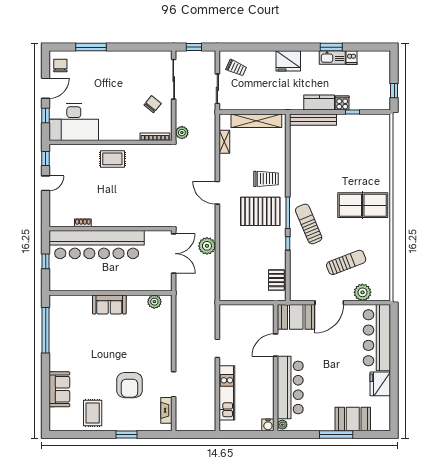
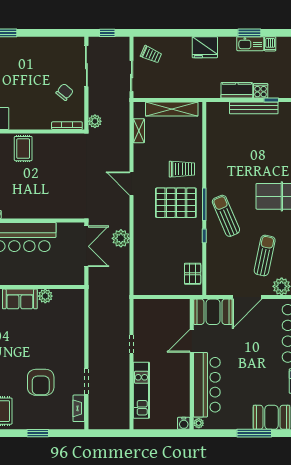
bench: (313, 120) -> (254, 108), moved
rug: (112, 159) -> (23, 149), turned 90
sun lounger: (346, 262) -> (265, 255), turned -57
plant: (154, 302) -> (45, 296), moved

